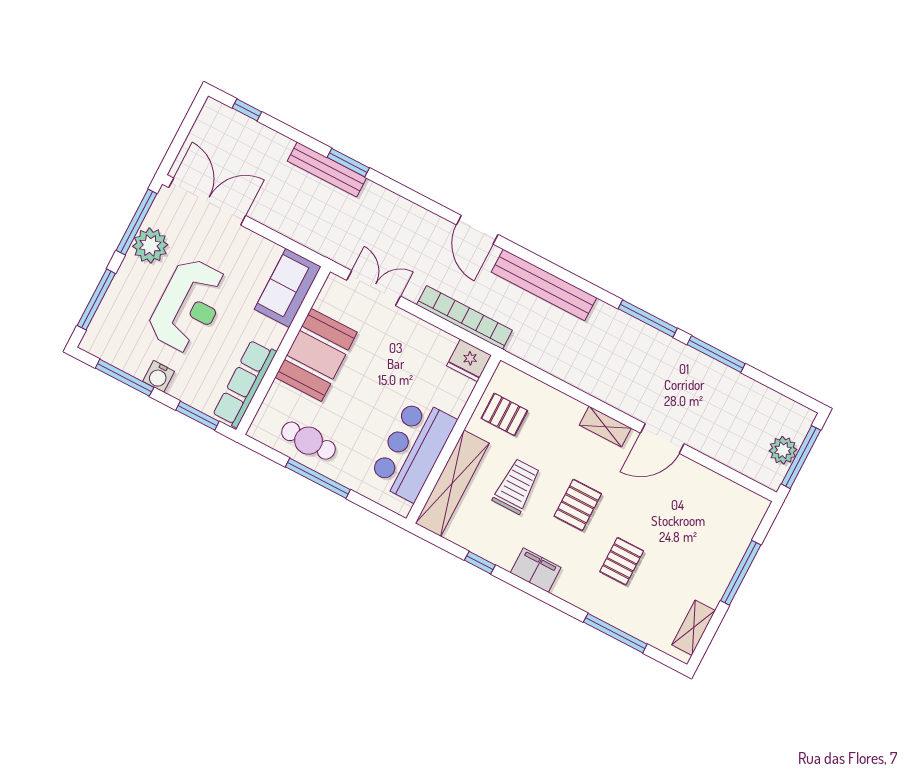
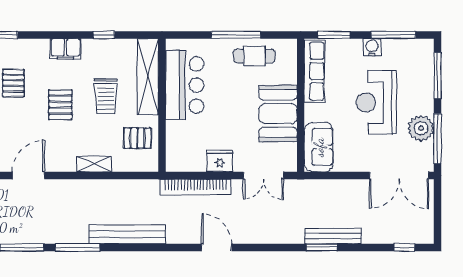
bench: (544, 285) -> (127, 234), moved
fridge: (469, 360) -> (220, 161), moved
shelving: (605, 427) -> (94, 164), moved

